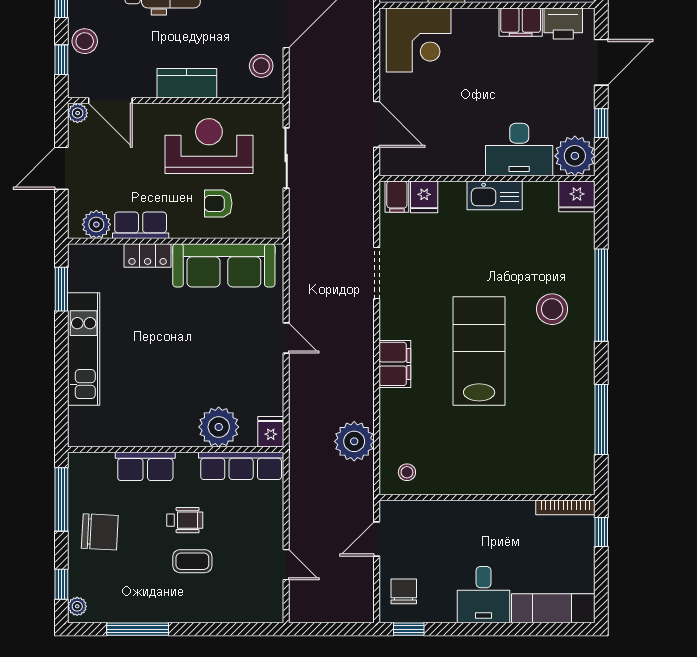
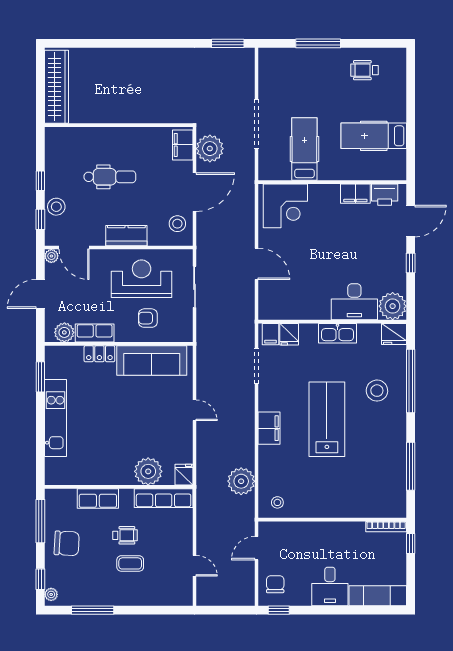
desk: (519, 150) -> (354, 302), moved
plant: (575, 156) -> (393, 306), moved
wall: (487, 178) -> (332, 322), moved
kitchen sink: (495, 195) -> (337, 333), moved
fridge: (577, 196) -> (394, 334), moved
filing cabinet: (397, 197) -> (270, 334), moved
fridge: (424, 197) -> (289, 334), moved

